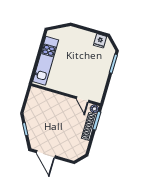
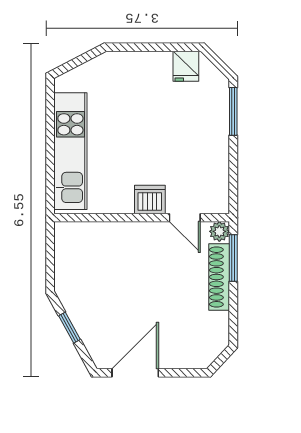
dishwasher: (71, 89) -> (150, 200), added
door: (46, 154) -> (135, 373), swing flipped

